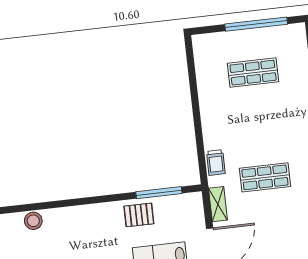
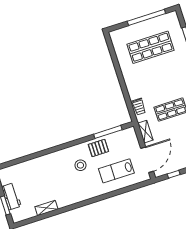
shop shelf: (253, 73) -> (150, 47), width x1.43, depth x1.36
stool: (33, 221) -> (80, 165), moved

